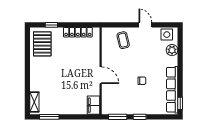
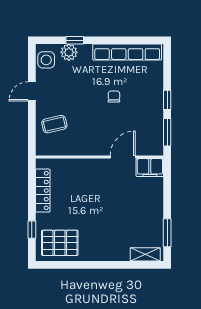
door: (101, 75) -> (123, 157), moved
window: (180, 103) -> (75, 40), moved

